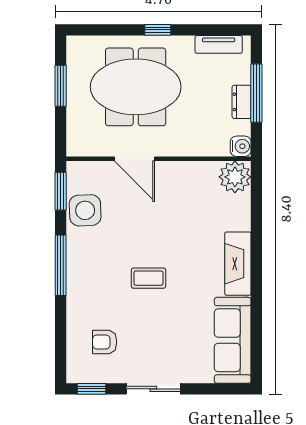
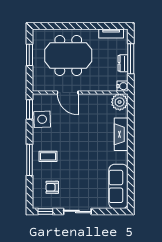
window: (158, 30) -> (80, 26), removed
fireplace: (238, 264) -> (121, 134), moved
window: (61, 265) -> (29, 160), moved
coffee table: (148, 278) -> (48, 156), moved

